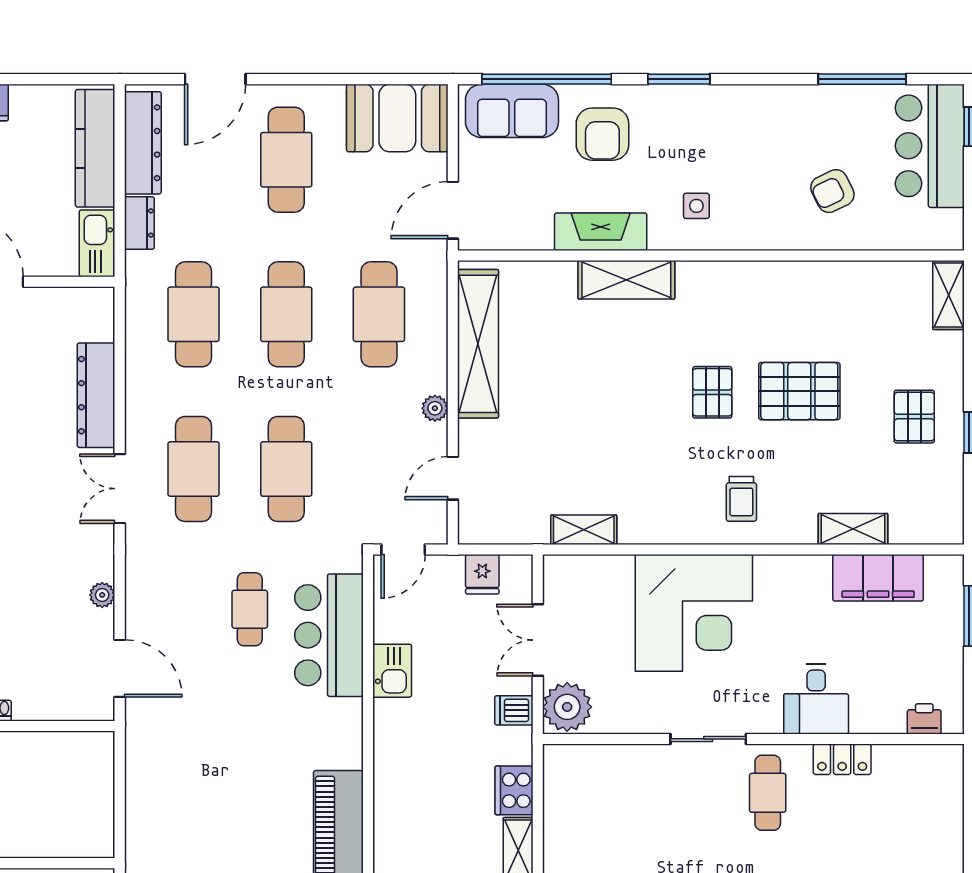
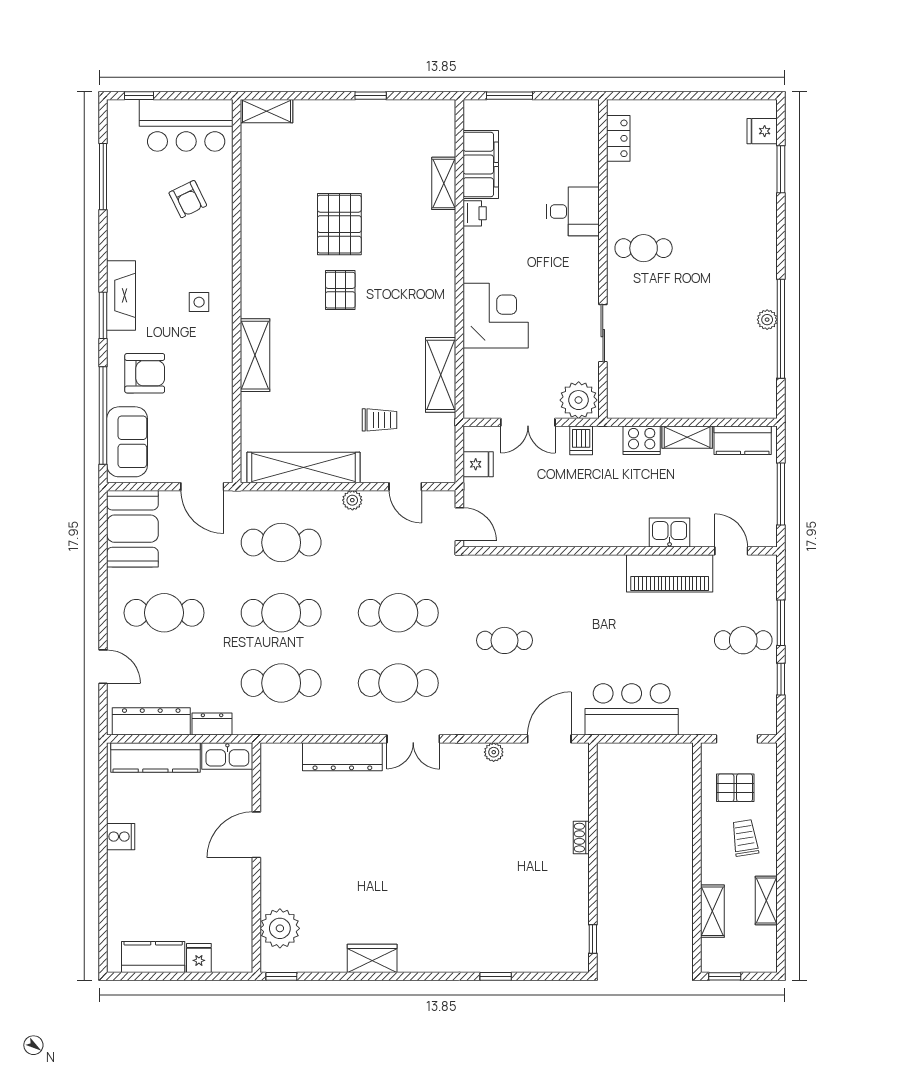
door: (215, 79) -> (103, 667), width x0.73
bar counter: (930, 146) -> (186, 125), moved
fireplace: (601, 232) -> (121, 295), moved, turned 180
pallet: (712, 392) -> (340, 290), turned 90
pallet: (914, 417) -> (359, 137), removed
trolley: (741, 499) -> (380, 420), moved
shelving: (584, 530) -> (441, 375), width x1.50, depth x1.33
corner desk: (694, 613) -> (496, 316), width x0.74, depth x0.74
bar counter: (329, 635) -> (632, 709), moved, turned 180
kitchen sink: (392, 671) -> (670, 533), moved
printer: (924, 719) -> (475, 213), moved, turned 180
sliding door: (708, 739) -> (603, 333), moved
locker: (842, 759) -> (618, 138), moved

